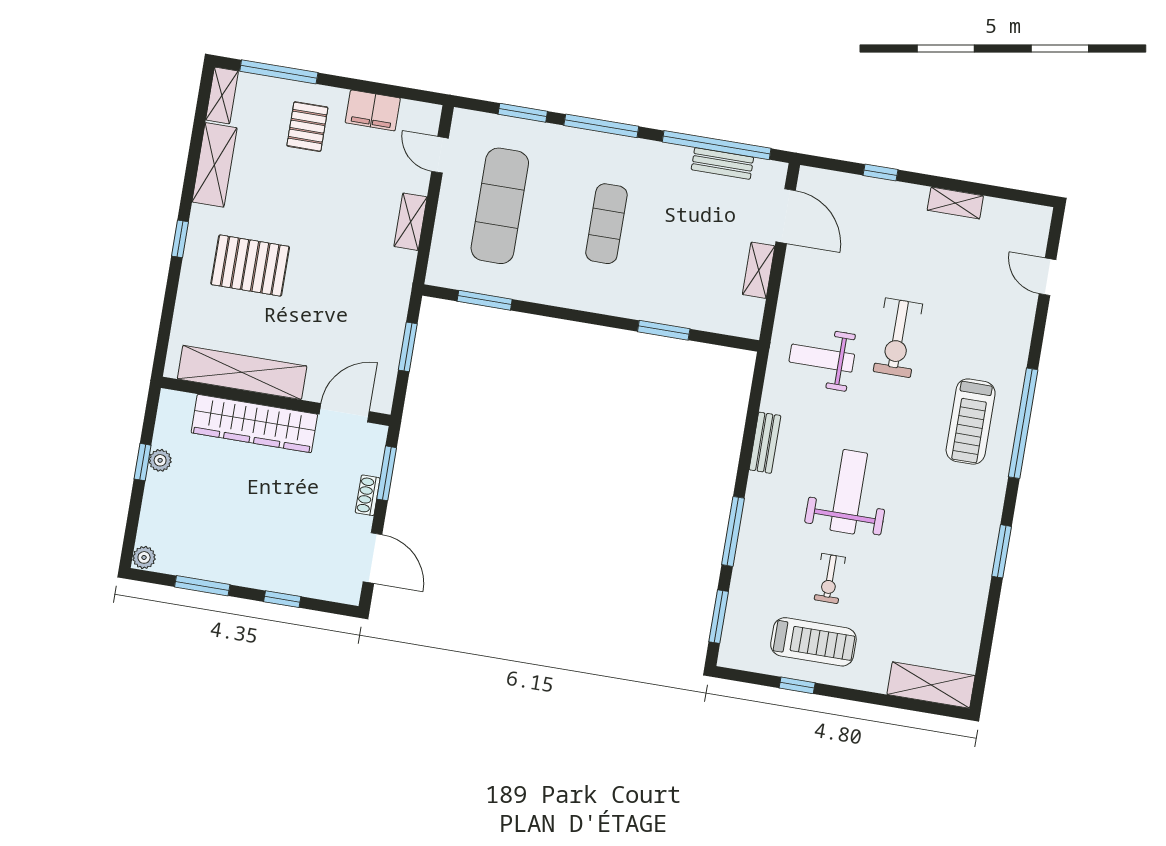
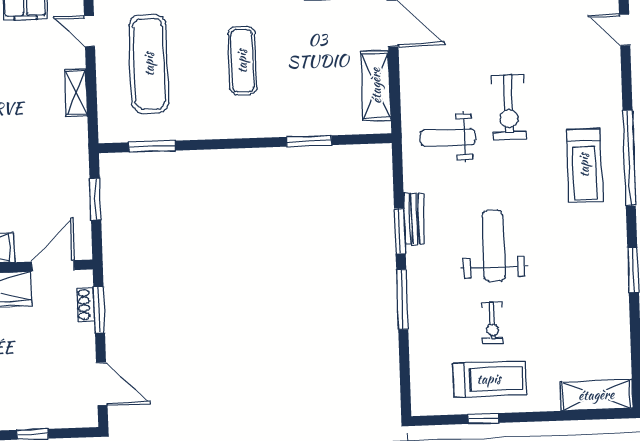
shelving: (759, 270) -> (376, 86), width x1.50, depth x1.33
shoe rack: (368, 495) -> (86, 304), moved
window: (719, 617) -> (400, 231), moved

